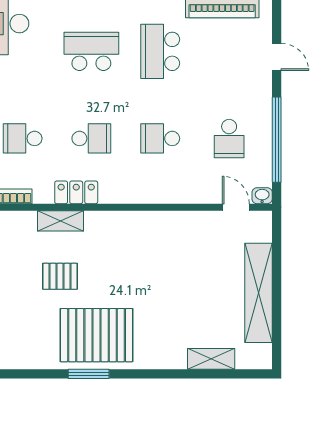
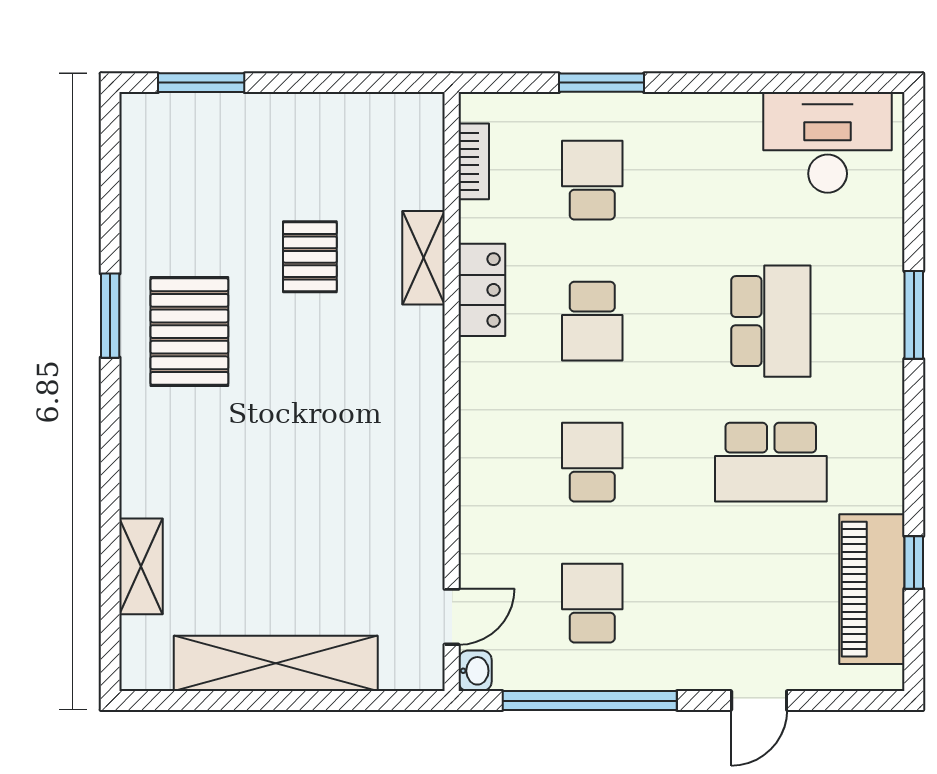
school desk: (160, 51) -> (771, 462), turned 180
school desk: (229, 138) -> (592, 603), turned 90
pallet: (97, 335) -> (189, 332), width x0.73, depth x0.71

